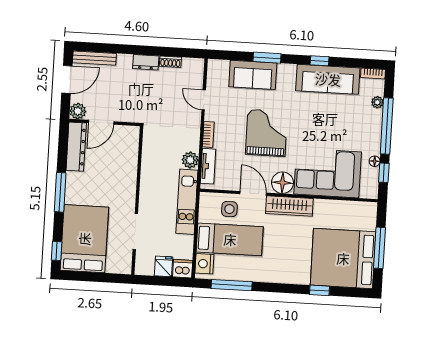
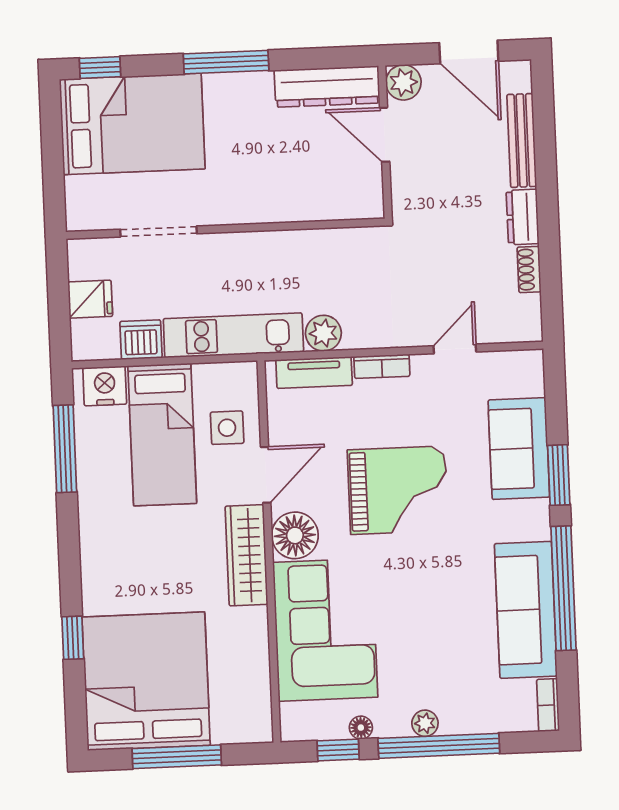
bench: (94, 58) -> (522, 140), moved
window: (320, 61) -> (563, 588), width x3.17
plant: (377, 102) -> (425, 723), moved
dishwasher: (183, 269) -> (141, 340), moved, turned -90

